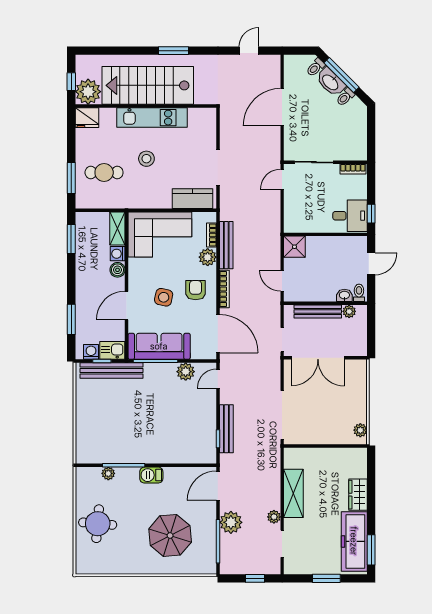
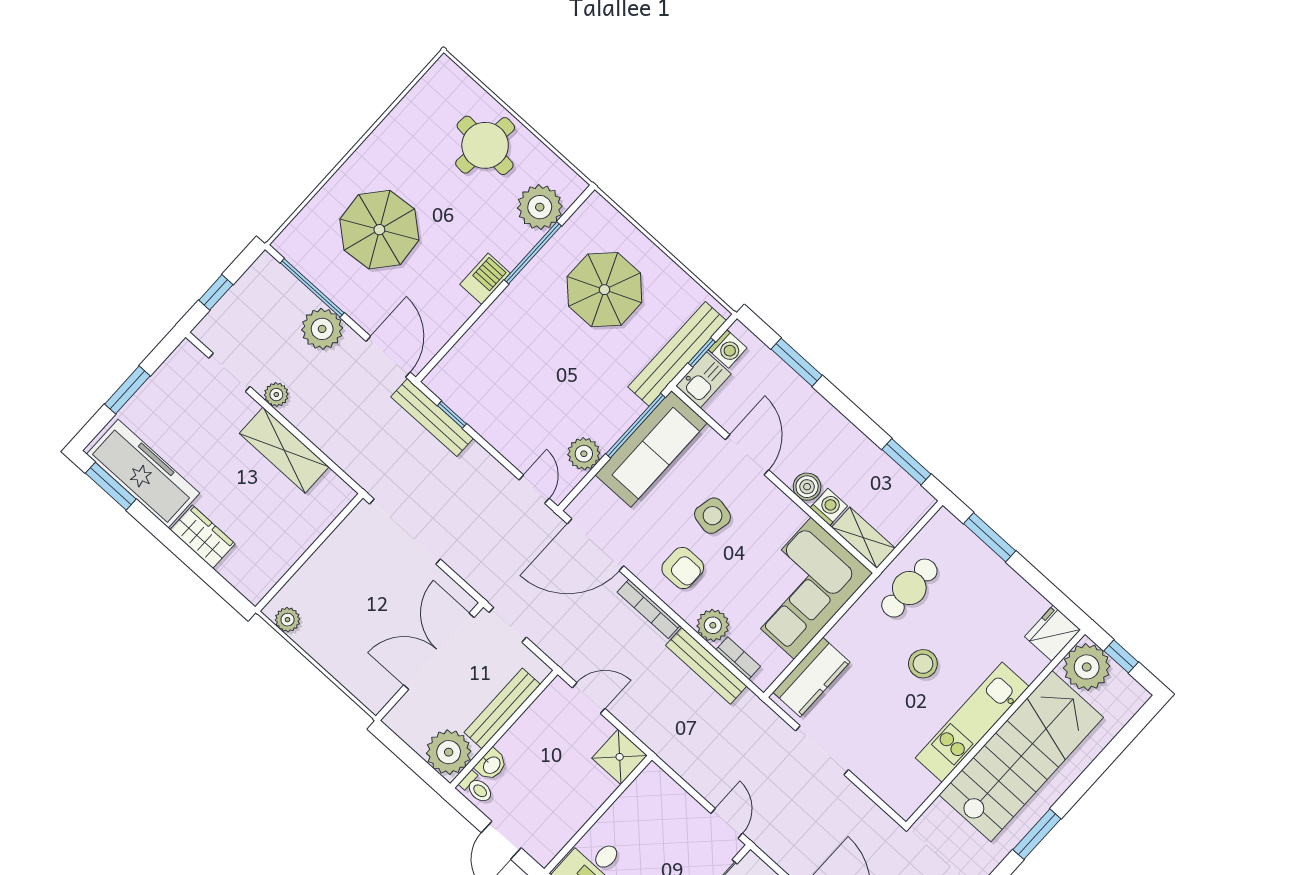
cafe table: (104, 173) -> (909, 588), moved
plant: (349, 311) -> (449, 752), width x1.88, depth x1.88
parasol: (112, 423) -> (604, 290), added
bench: (226, 429) -> (432, 417), moved
plant: (108, 473) -> (540, 207), width x1.88, depth x1.88

